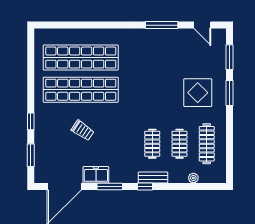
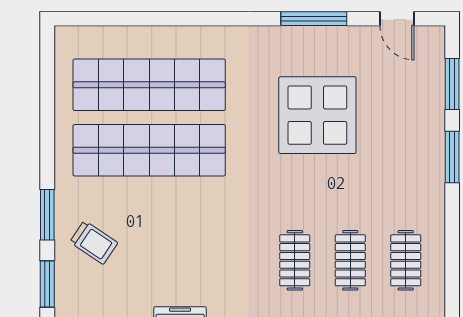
display table: (198, 93) -> (317, 115), moved, width x1.36, depth x1.36
window: (31, 121) -> (47, 215), width x1.50
trolley: (83, 130) -> (94, 242), moved
clothes rail: (207, 144) -> (406, 260), width x0.73

